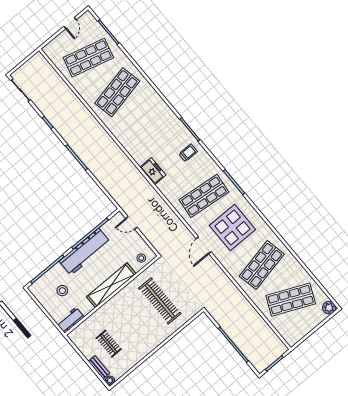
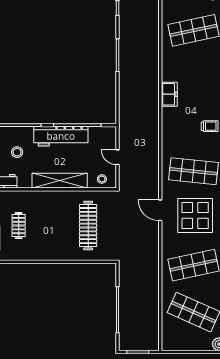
freezer: (153, 171) -> (169, 94), moved
door: (131, 223) -> (117, 157), moved
door: (204, 245) -> (160, 210), hinge flipped

